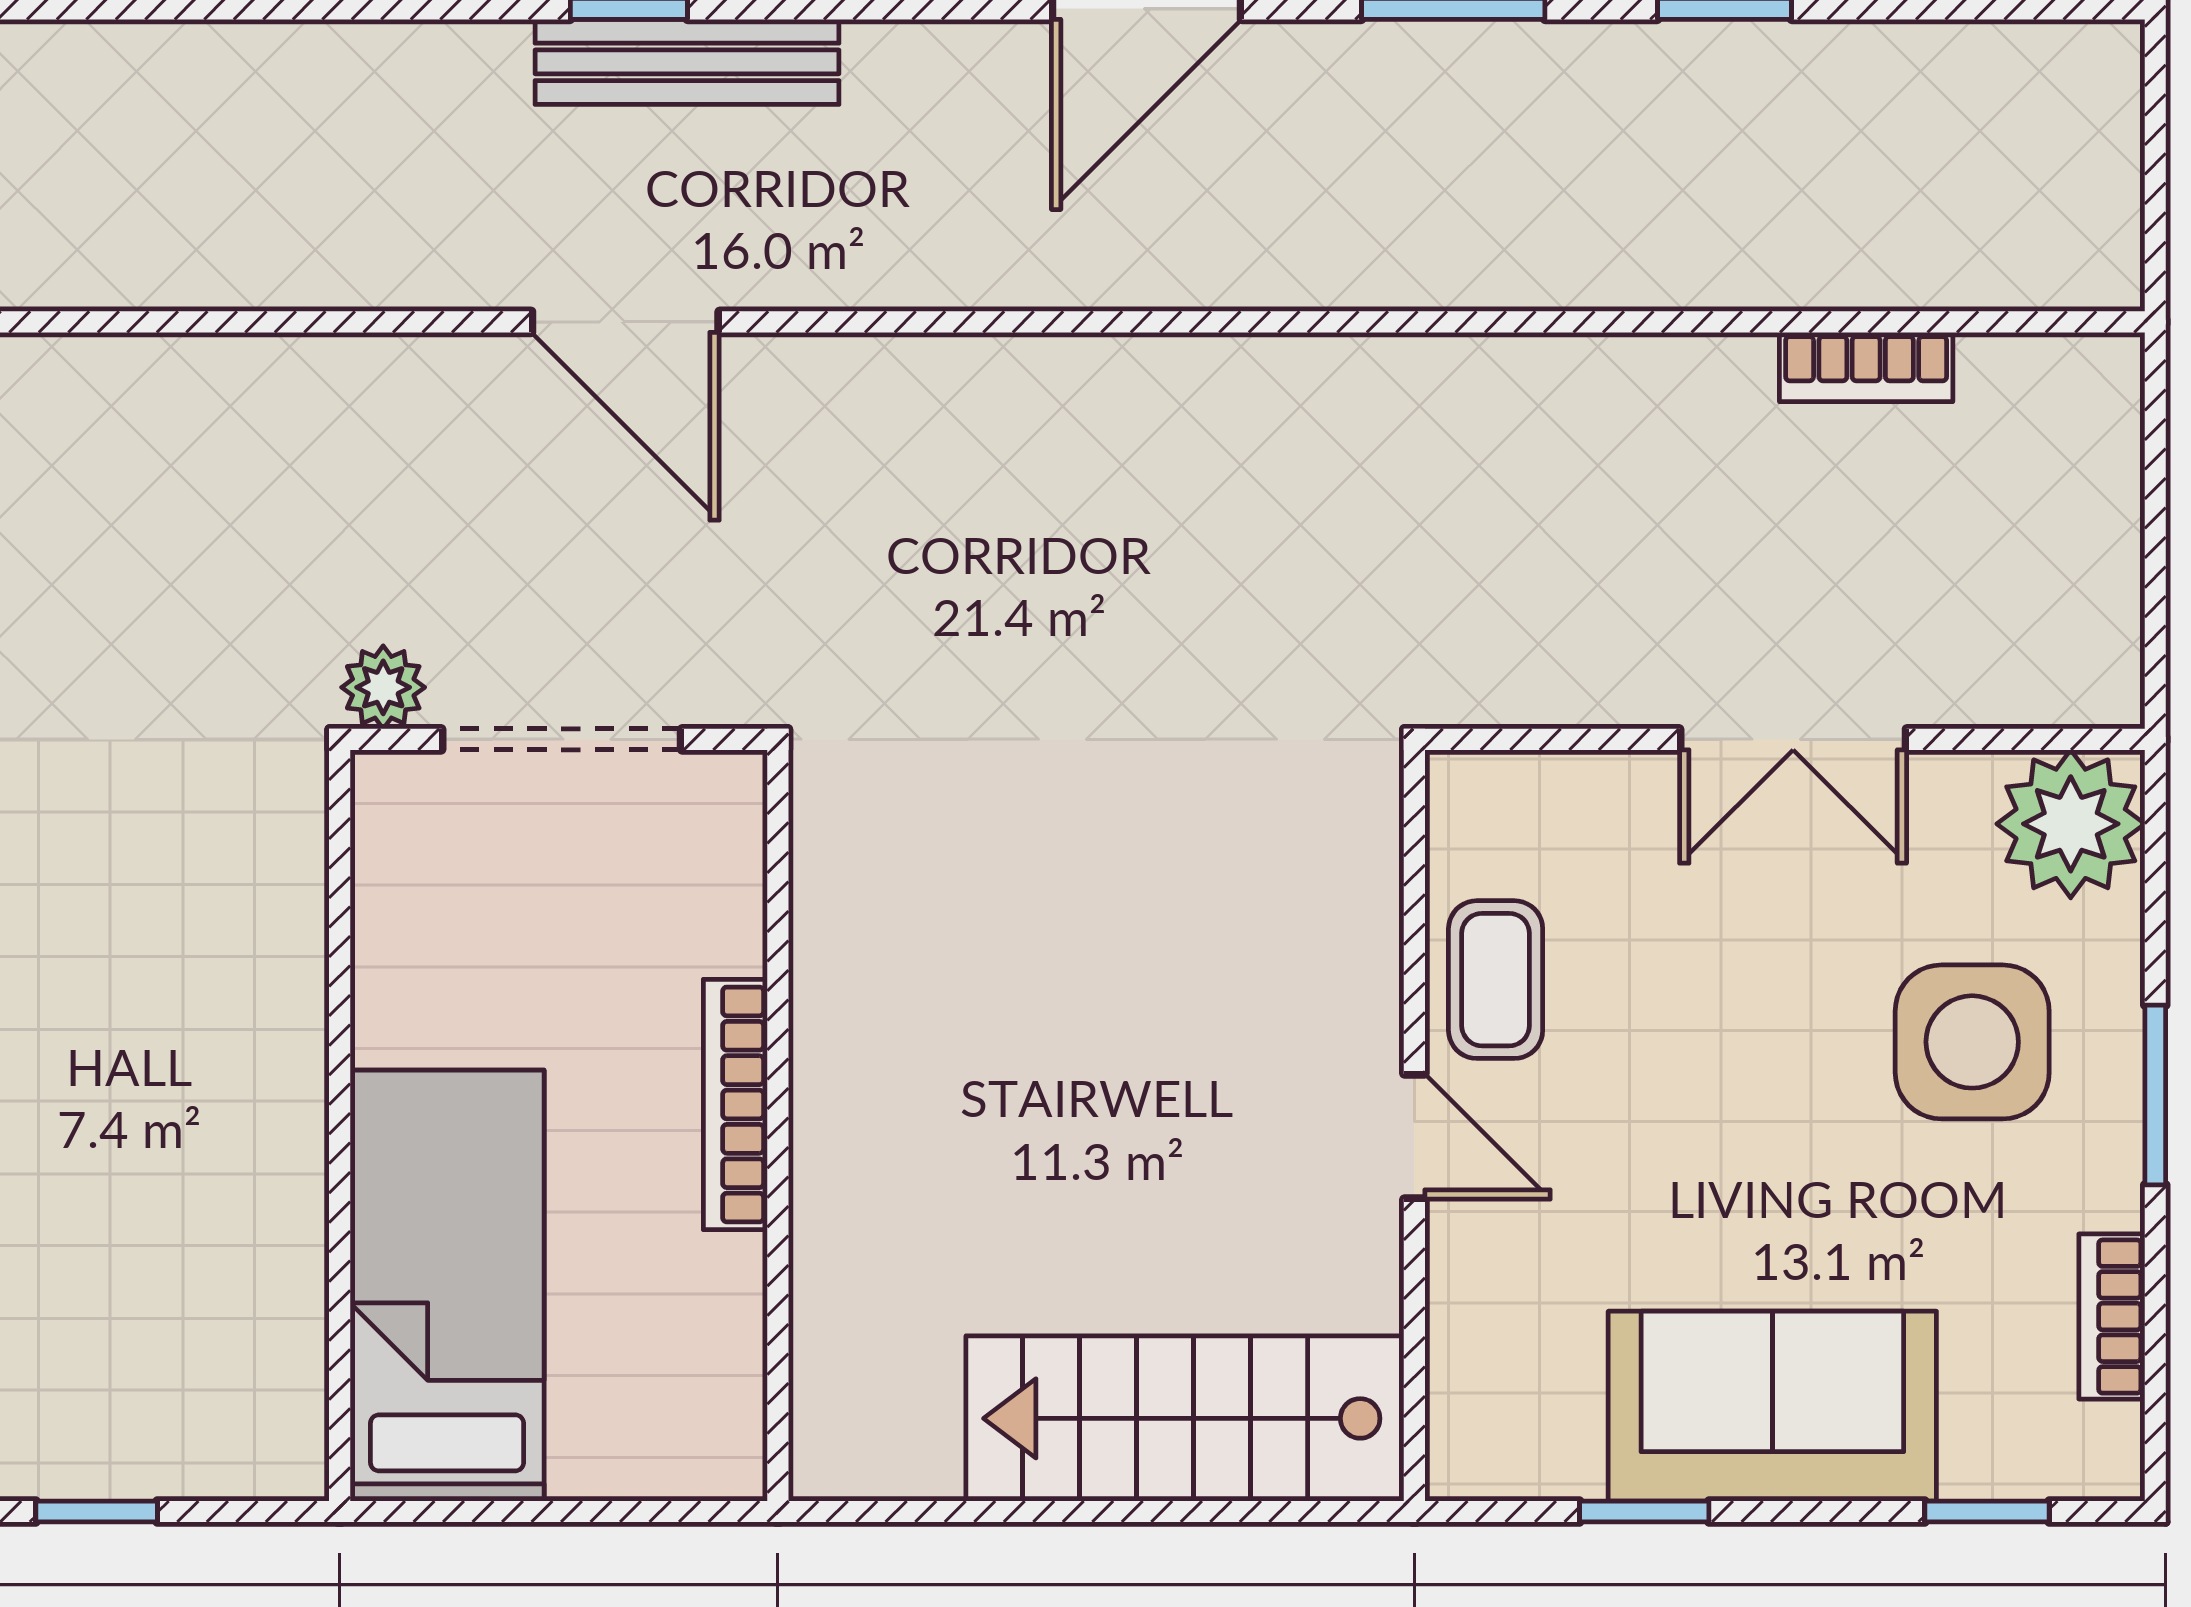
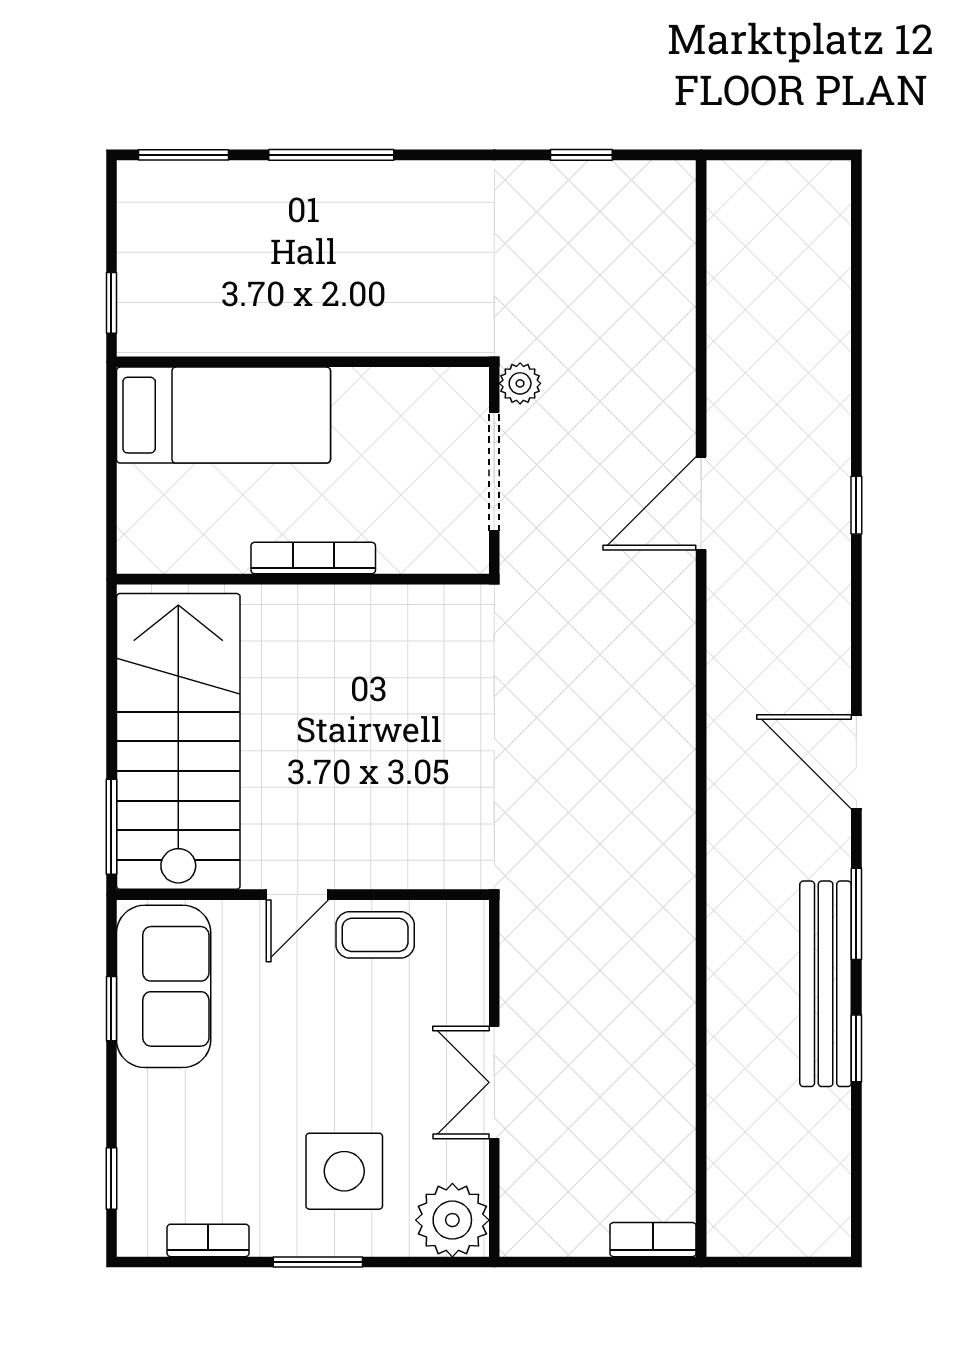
bench: (687, 62) -> (826, 984), moved, width x1.37, depth x1.21
bookcase: (1866, 367) -> (653, 1240), moved, turned 90
sofa: (1772, 1406) -> (164, 986), moved
stairs: (1185, 1418) -> (178, 741), width x1.36, depth x1.51
window: (97, 1511) -> (111, 303), moved
window: (1277, 1511) -> (111, 827), added

